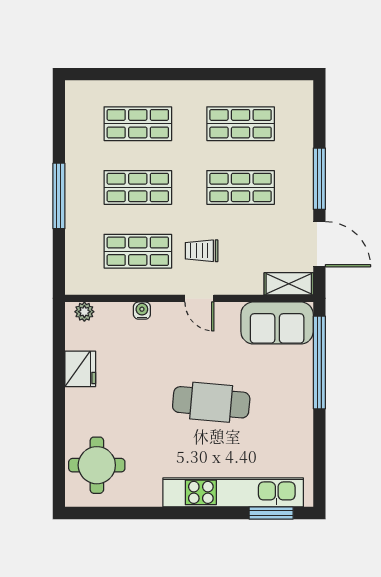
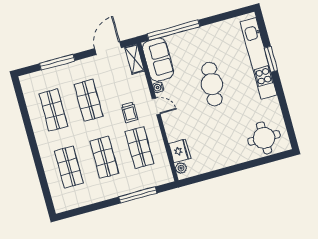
window: (319, 179) -> (57, 62), moved
window: (59, 196) -> (138, 195), moved
door: (199, 298) -> (156, 106), hinge flipped
water cooler: (142, 311) -> (158, 87), moved
fridge: (80, 369) -> (180, 151), moved, turned 90
window: (271, 513) -> (271, 59), moved

